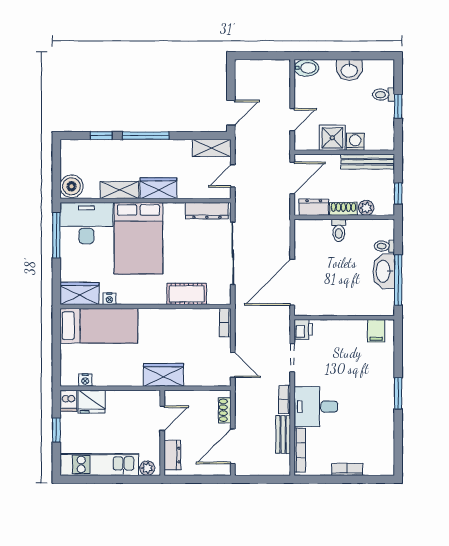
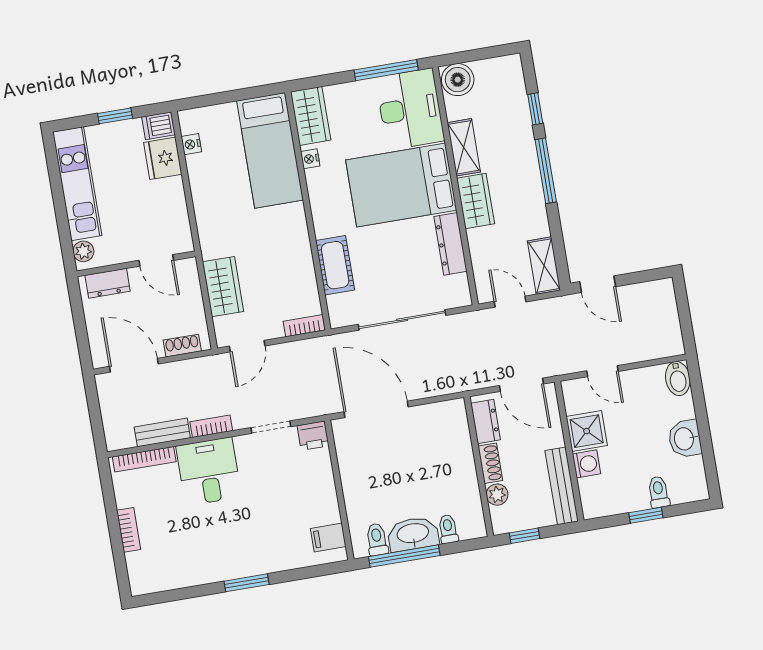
dresser: (207, 211) -> (450, 244), moved
toilet: (339, 230) -> (377, 539), moved, turned 90
wardrobe: (163, 375) -> (223, 287), moved

